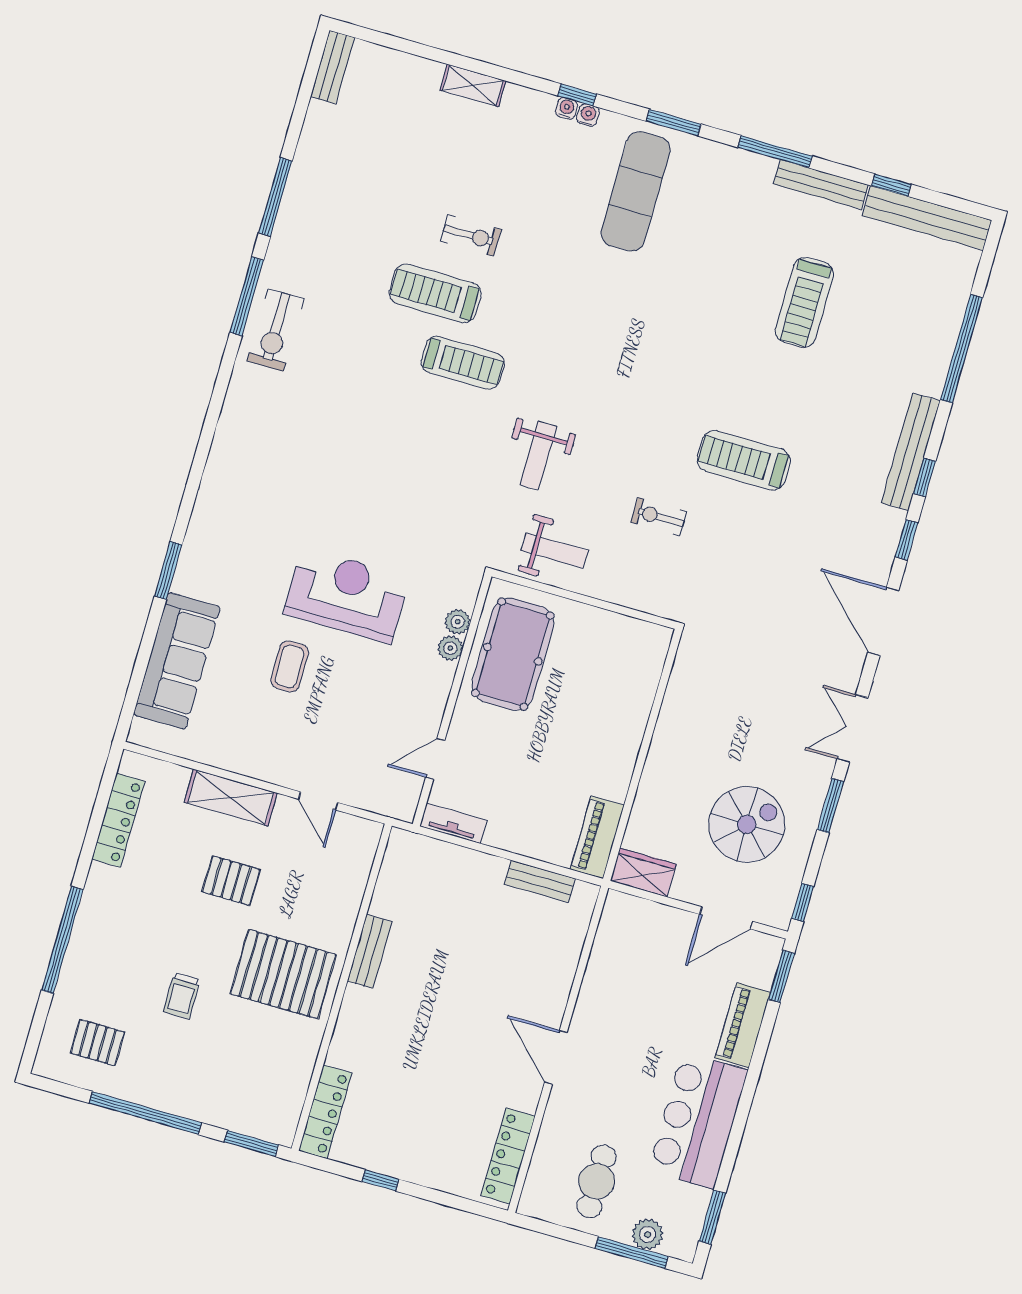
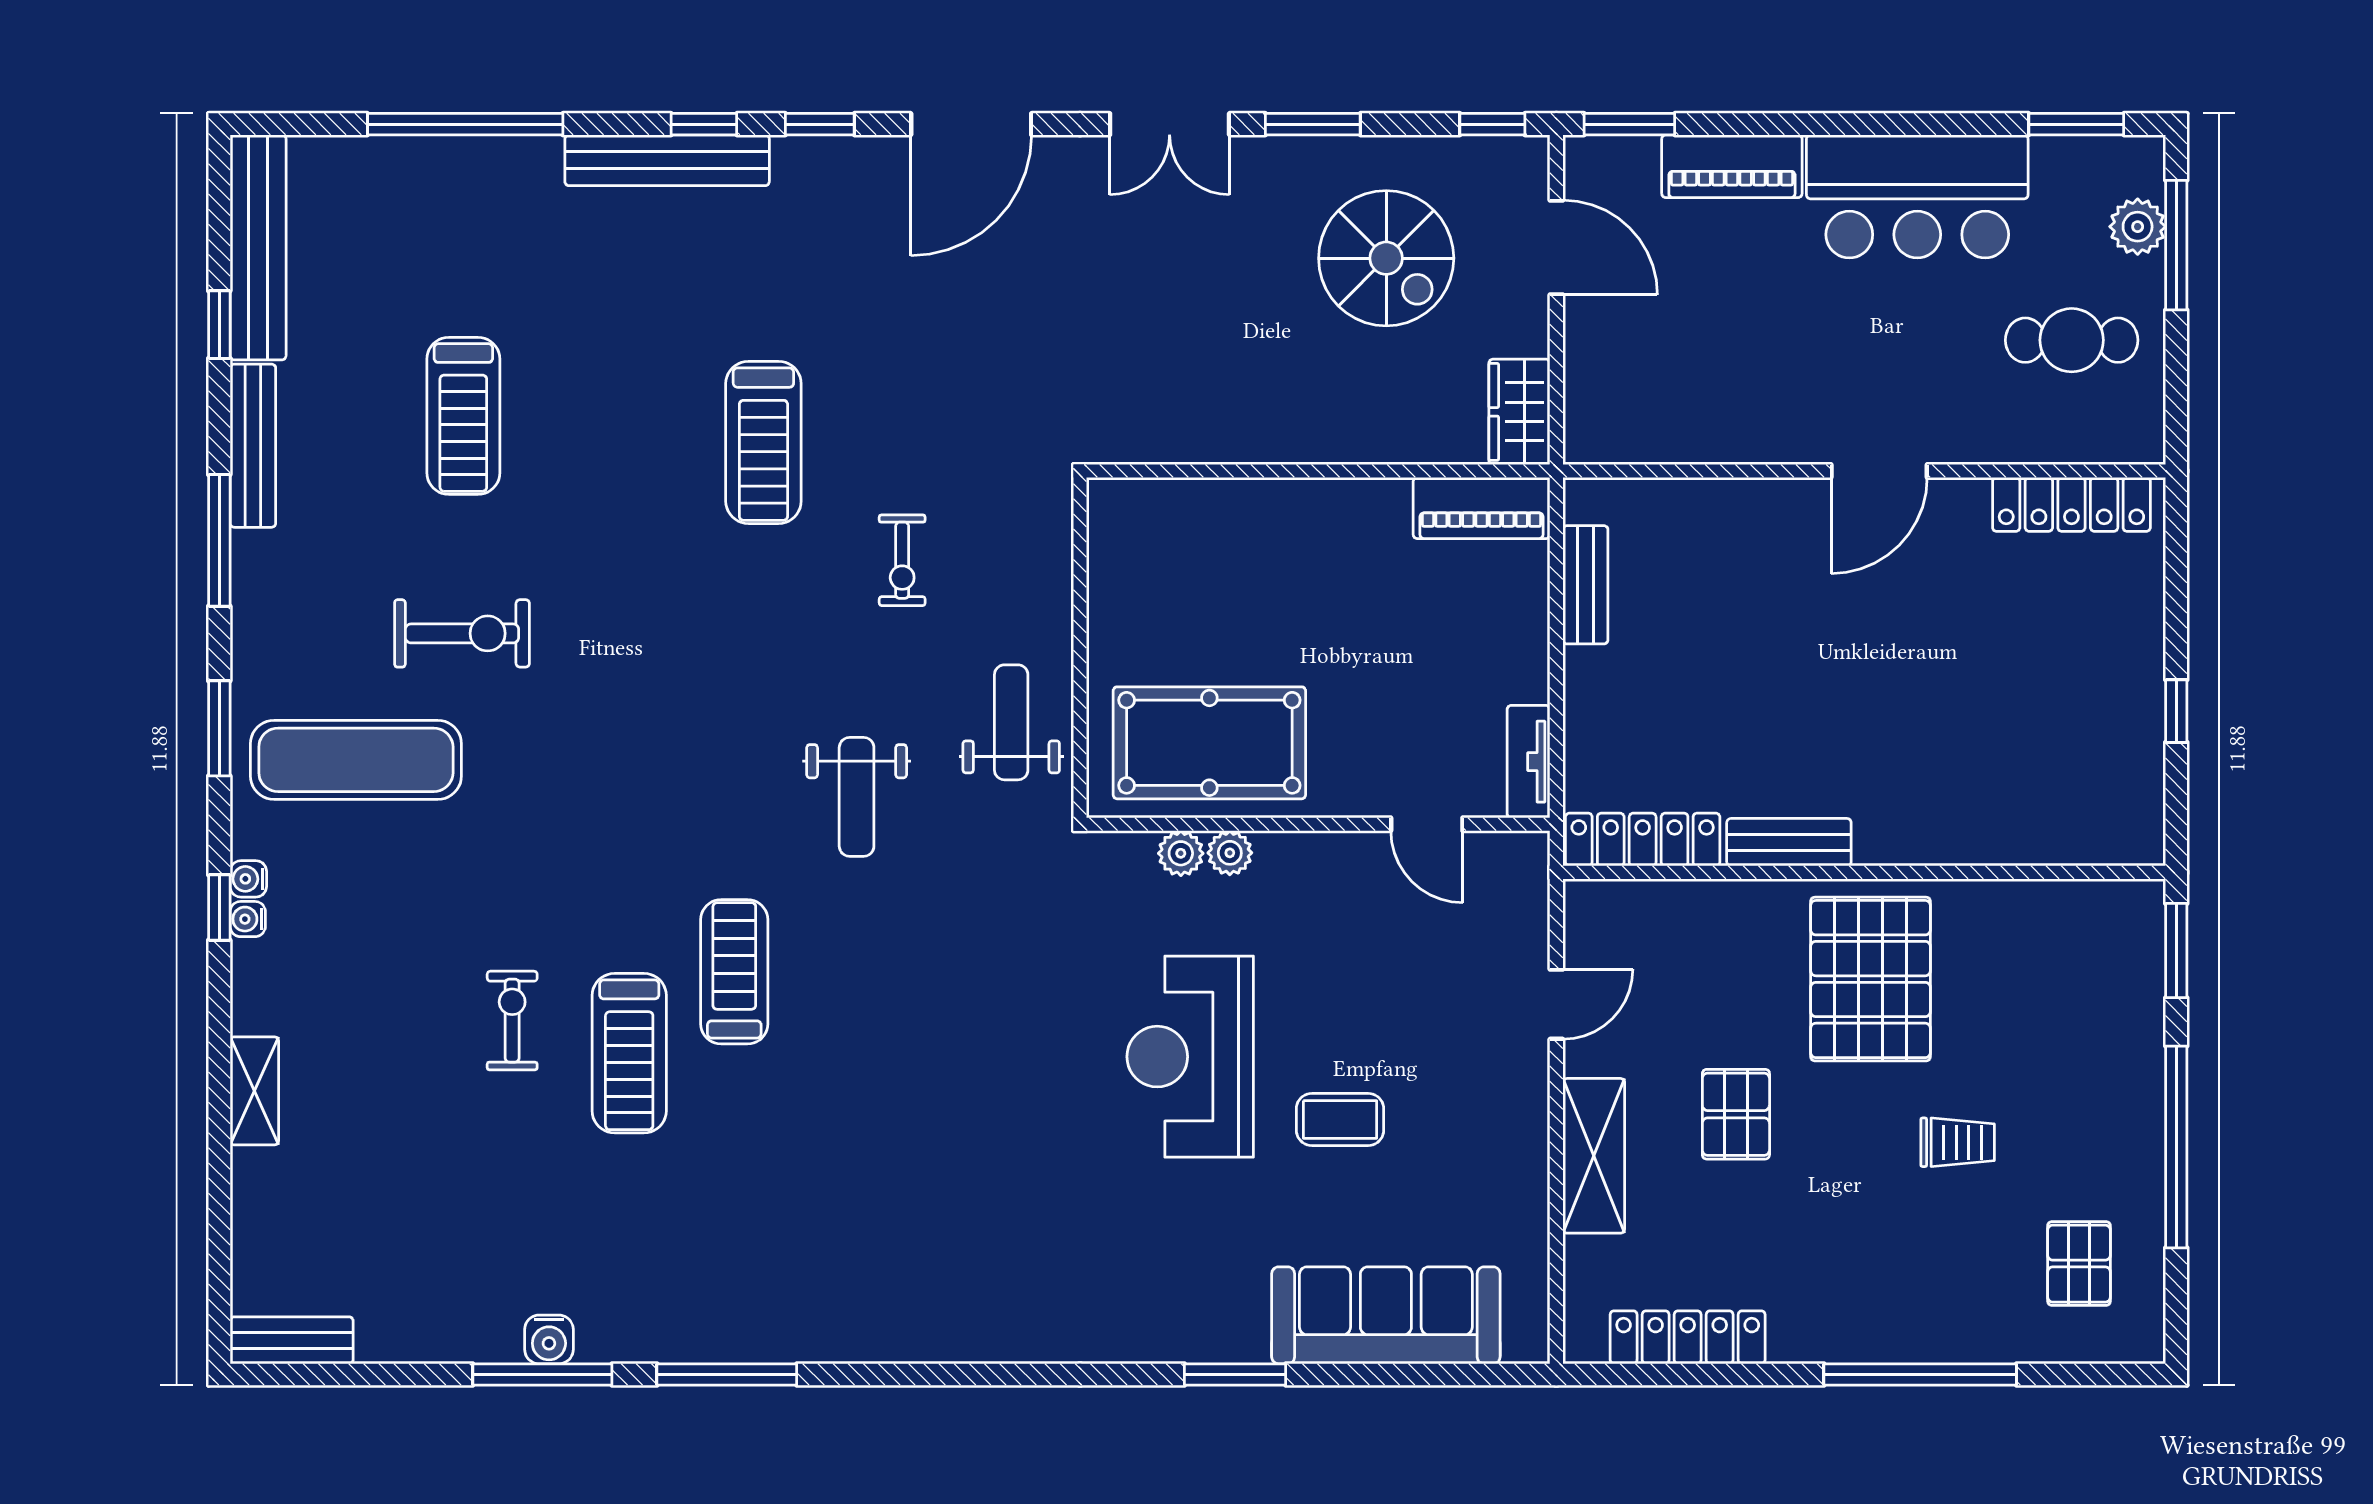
water cooler: (293, 206) -> (549, 1339), added
treadmill: (804, 303) -> (463, 416), turned 90
exercise bike: (276, 330) -> (462, 633), moved
weight bench: (538, 456) -> (857, 797), turned 90
spiral stairs: (747, 824) -> (1386, 258), turned 180
locker: (325, 1112) -> (1643, 840), moved

